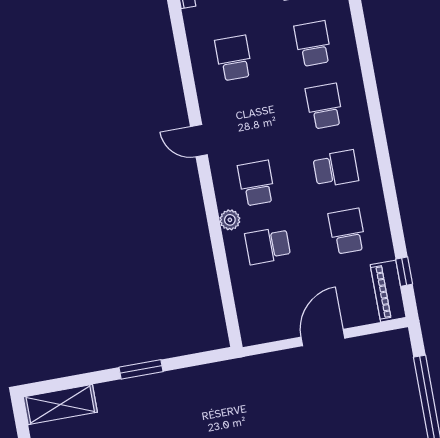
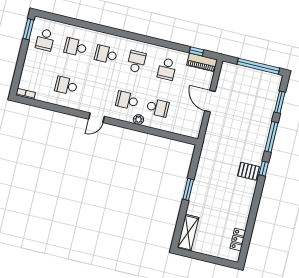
school desk: (347, 231) -> (167, 69), turned -90
school desk: (268, 246) -> (158, 108), turned -90

